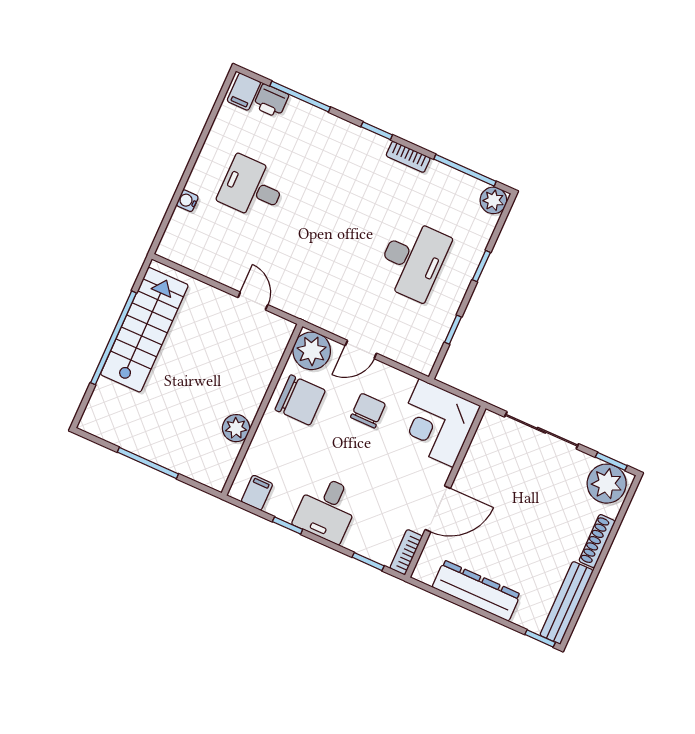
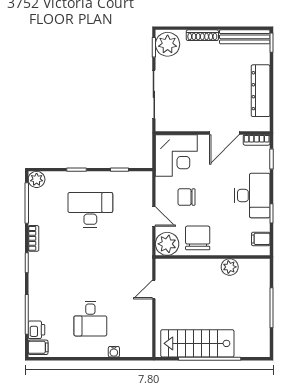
desk: (327, 509) -> (252, 196), width x1.37
door: (438, 509) -> (224, 133), swing flipped

